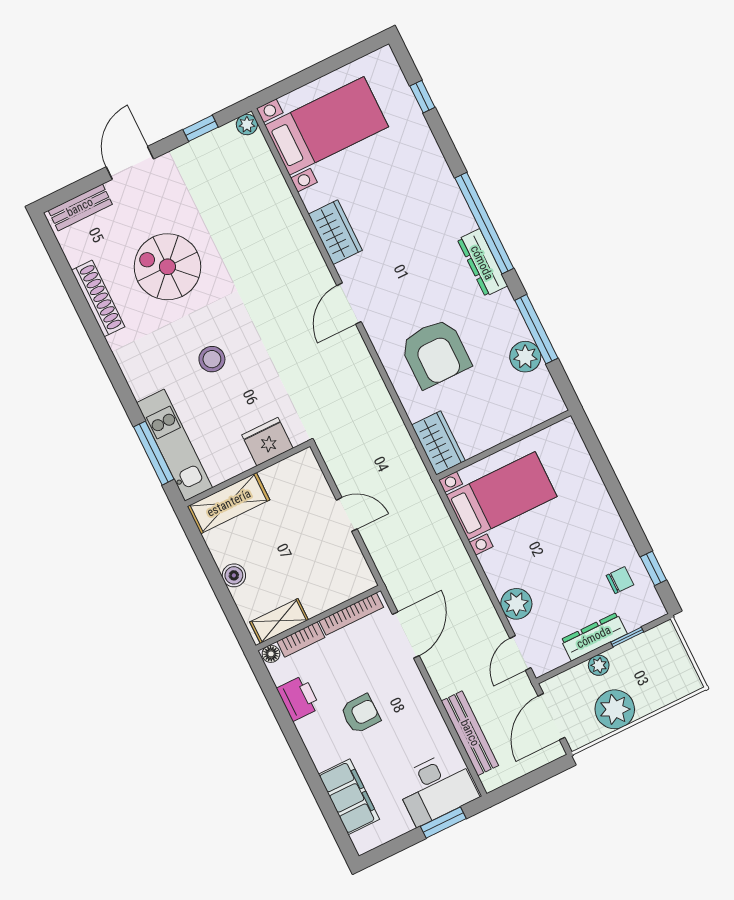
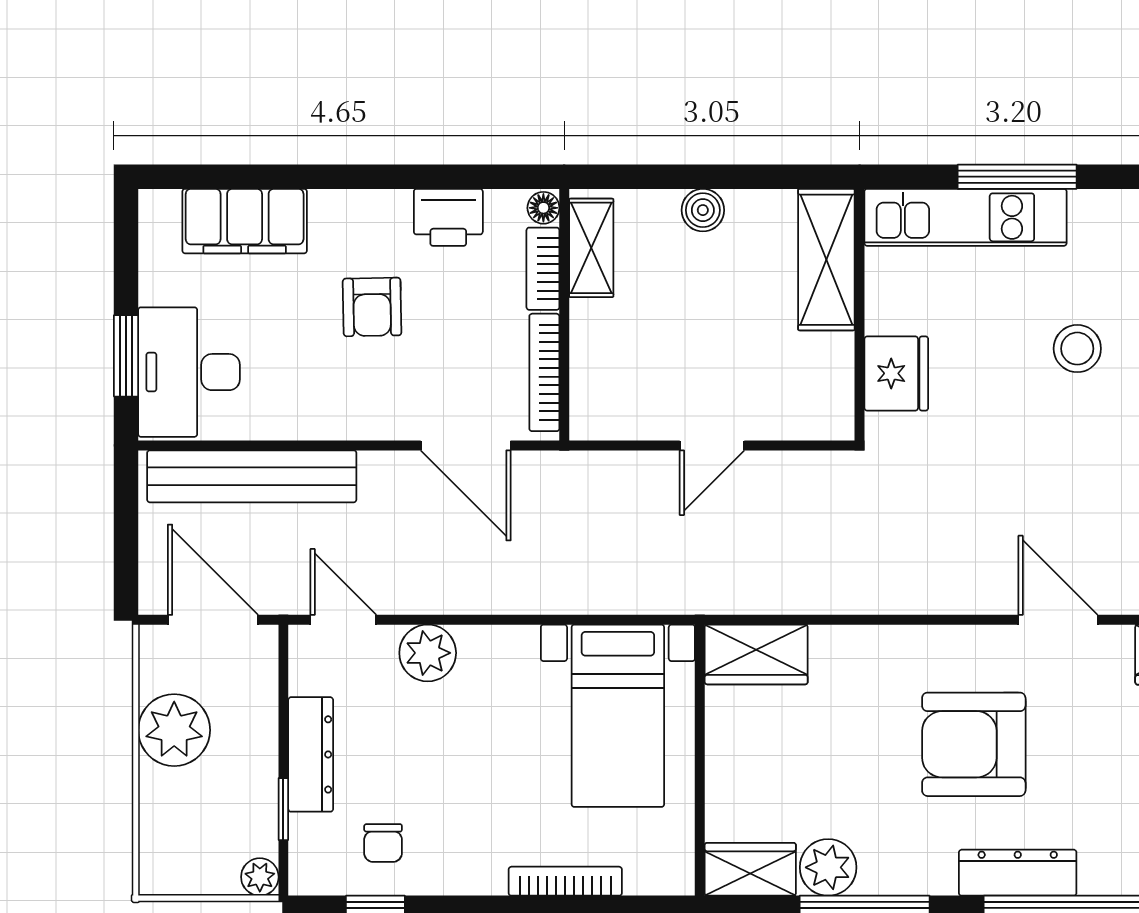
armchair: (435, 353) -> (974, 744), moved
wardrobe: (545, 394) -> (750, 869), added
window: (154, 453) -> (1017, 177), moved
bookcase: (595, 482) -> (565, 881), added
plant: (599, 665) -> (260, 877), moved
bench: (470, 733) -> (252, 476), width x1.37, depth x1.21

